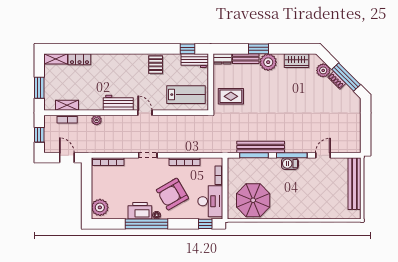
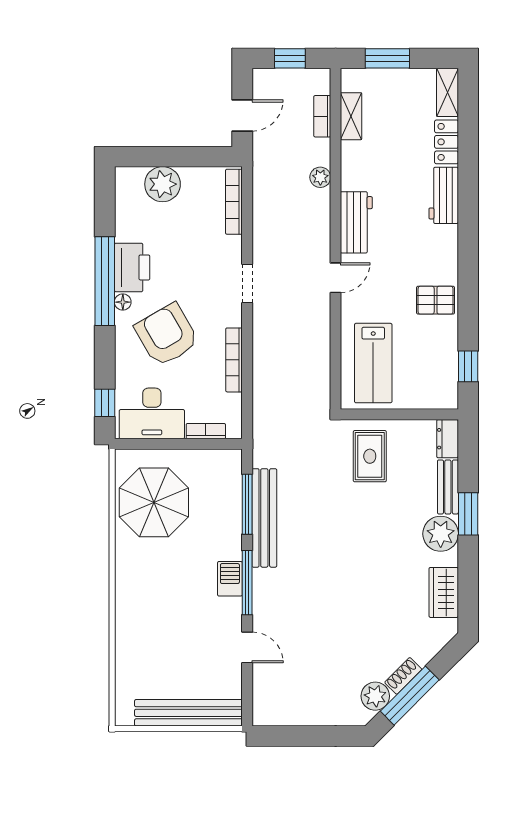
workbench: (195, 61) -> (444, 195), moved
plant: (323, 70) -> (375, 696), moved
plant: (100, 207) -> (163, 184), moved

